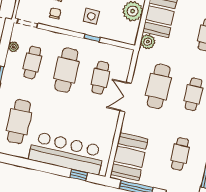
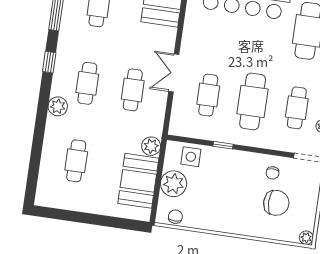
side table: (91, 16) -> (191, 157), moved
cafe table: (159, 86) -> (133, 90), width x0.73, depth x0.74
double door: (126, 97) -> (174, 73), swing flipped

